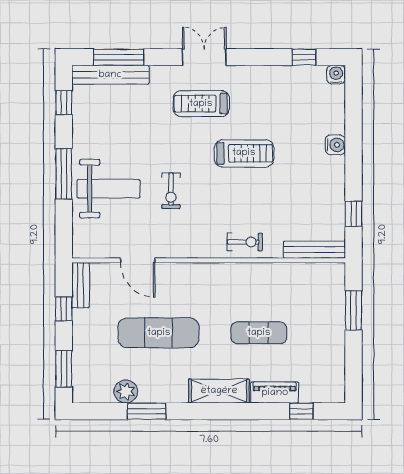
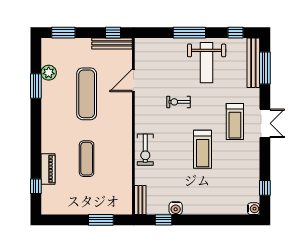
treadmill: (201, 104) -> (235, 122), turned 180
water cooler: (335, 145) -> (176, 208), moved
weight bench: (108, 189) -> (207, 63), moved
exercise bike: (245, 242) -> (145, 150), width x1.38, depth x1.39
bench: (314, 250) -> (140, 200), width x0.73
bench: (81, 285) -> (112, 43), width x1.36
window: (64, 309) -> (113, 33), moved
shelving: (219, 391) -> (49, 133), removed

